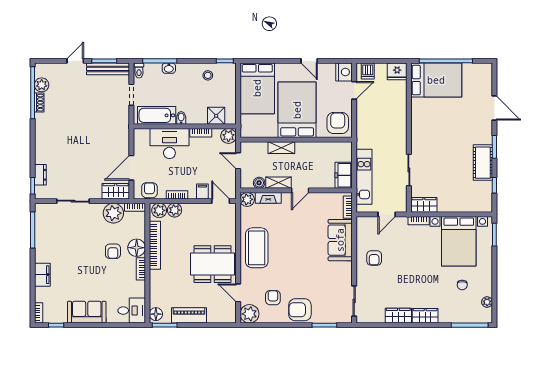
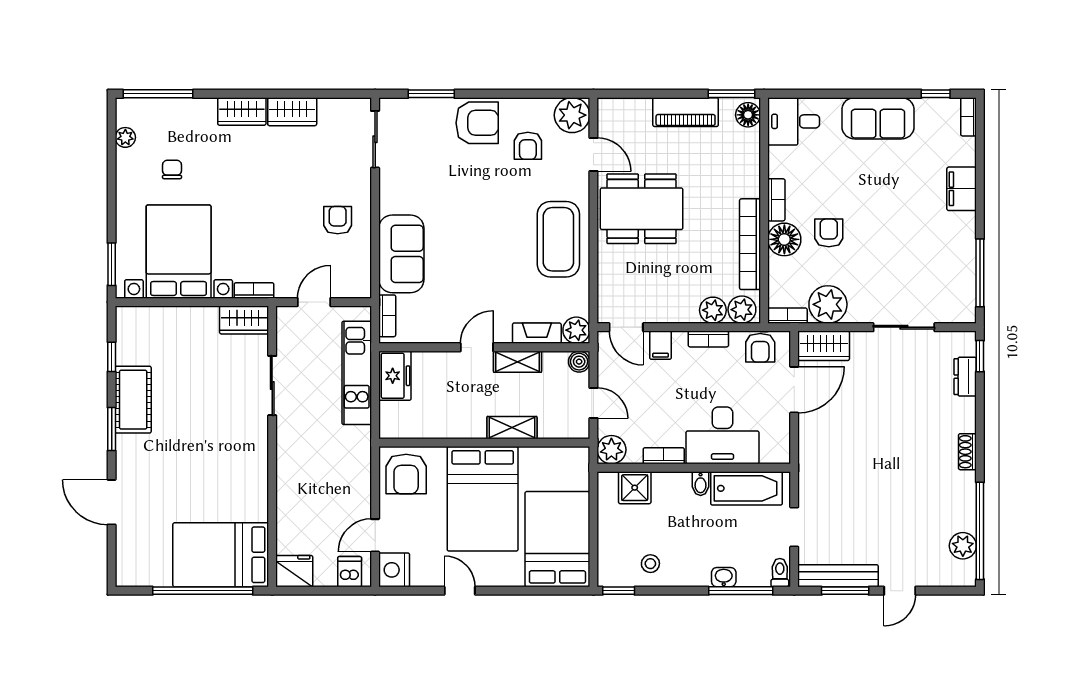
shoe rack: (39, 103) -> (967, 452), moved
boiler: (259, 183) -> (579, 362), moved

